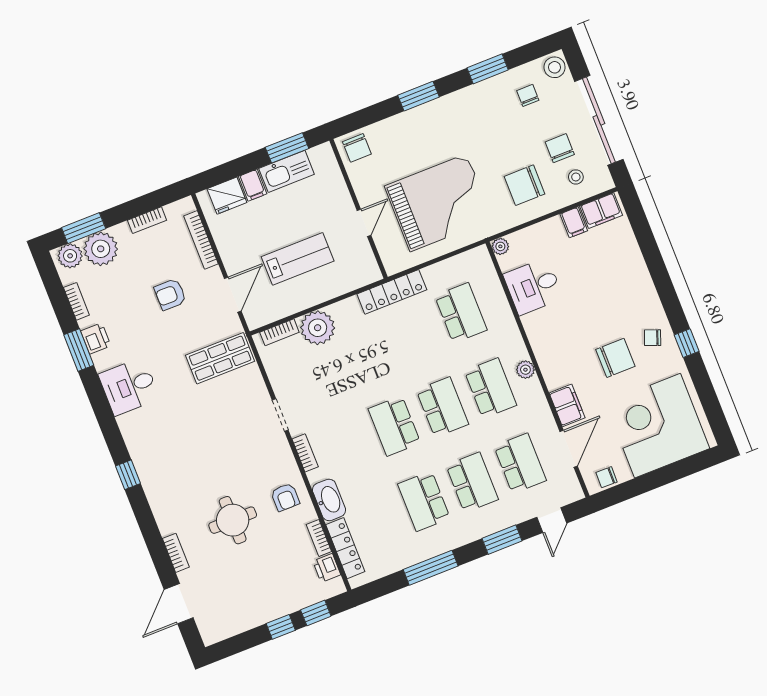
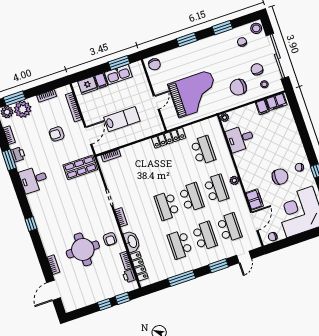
plant: (318, 328) -> (130, 154), removed
round table: (233, 520) -> (83, 249), width x1.36, depth x1.36

